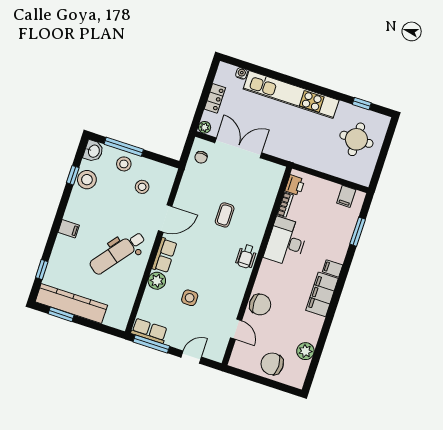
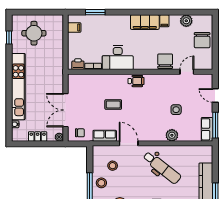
row of seats: (164, 255) -> (105, 136), moved
filing cabinet: (333, 268) -> (164, 21), moved

